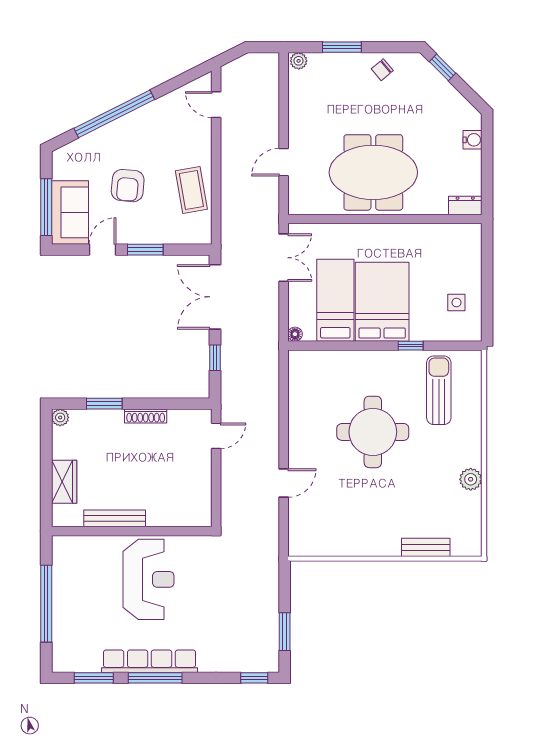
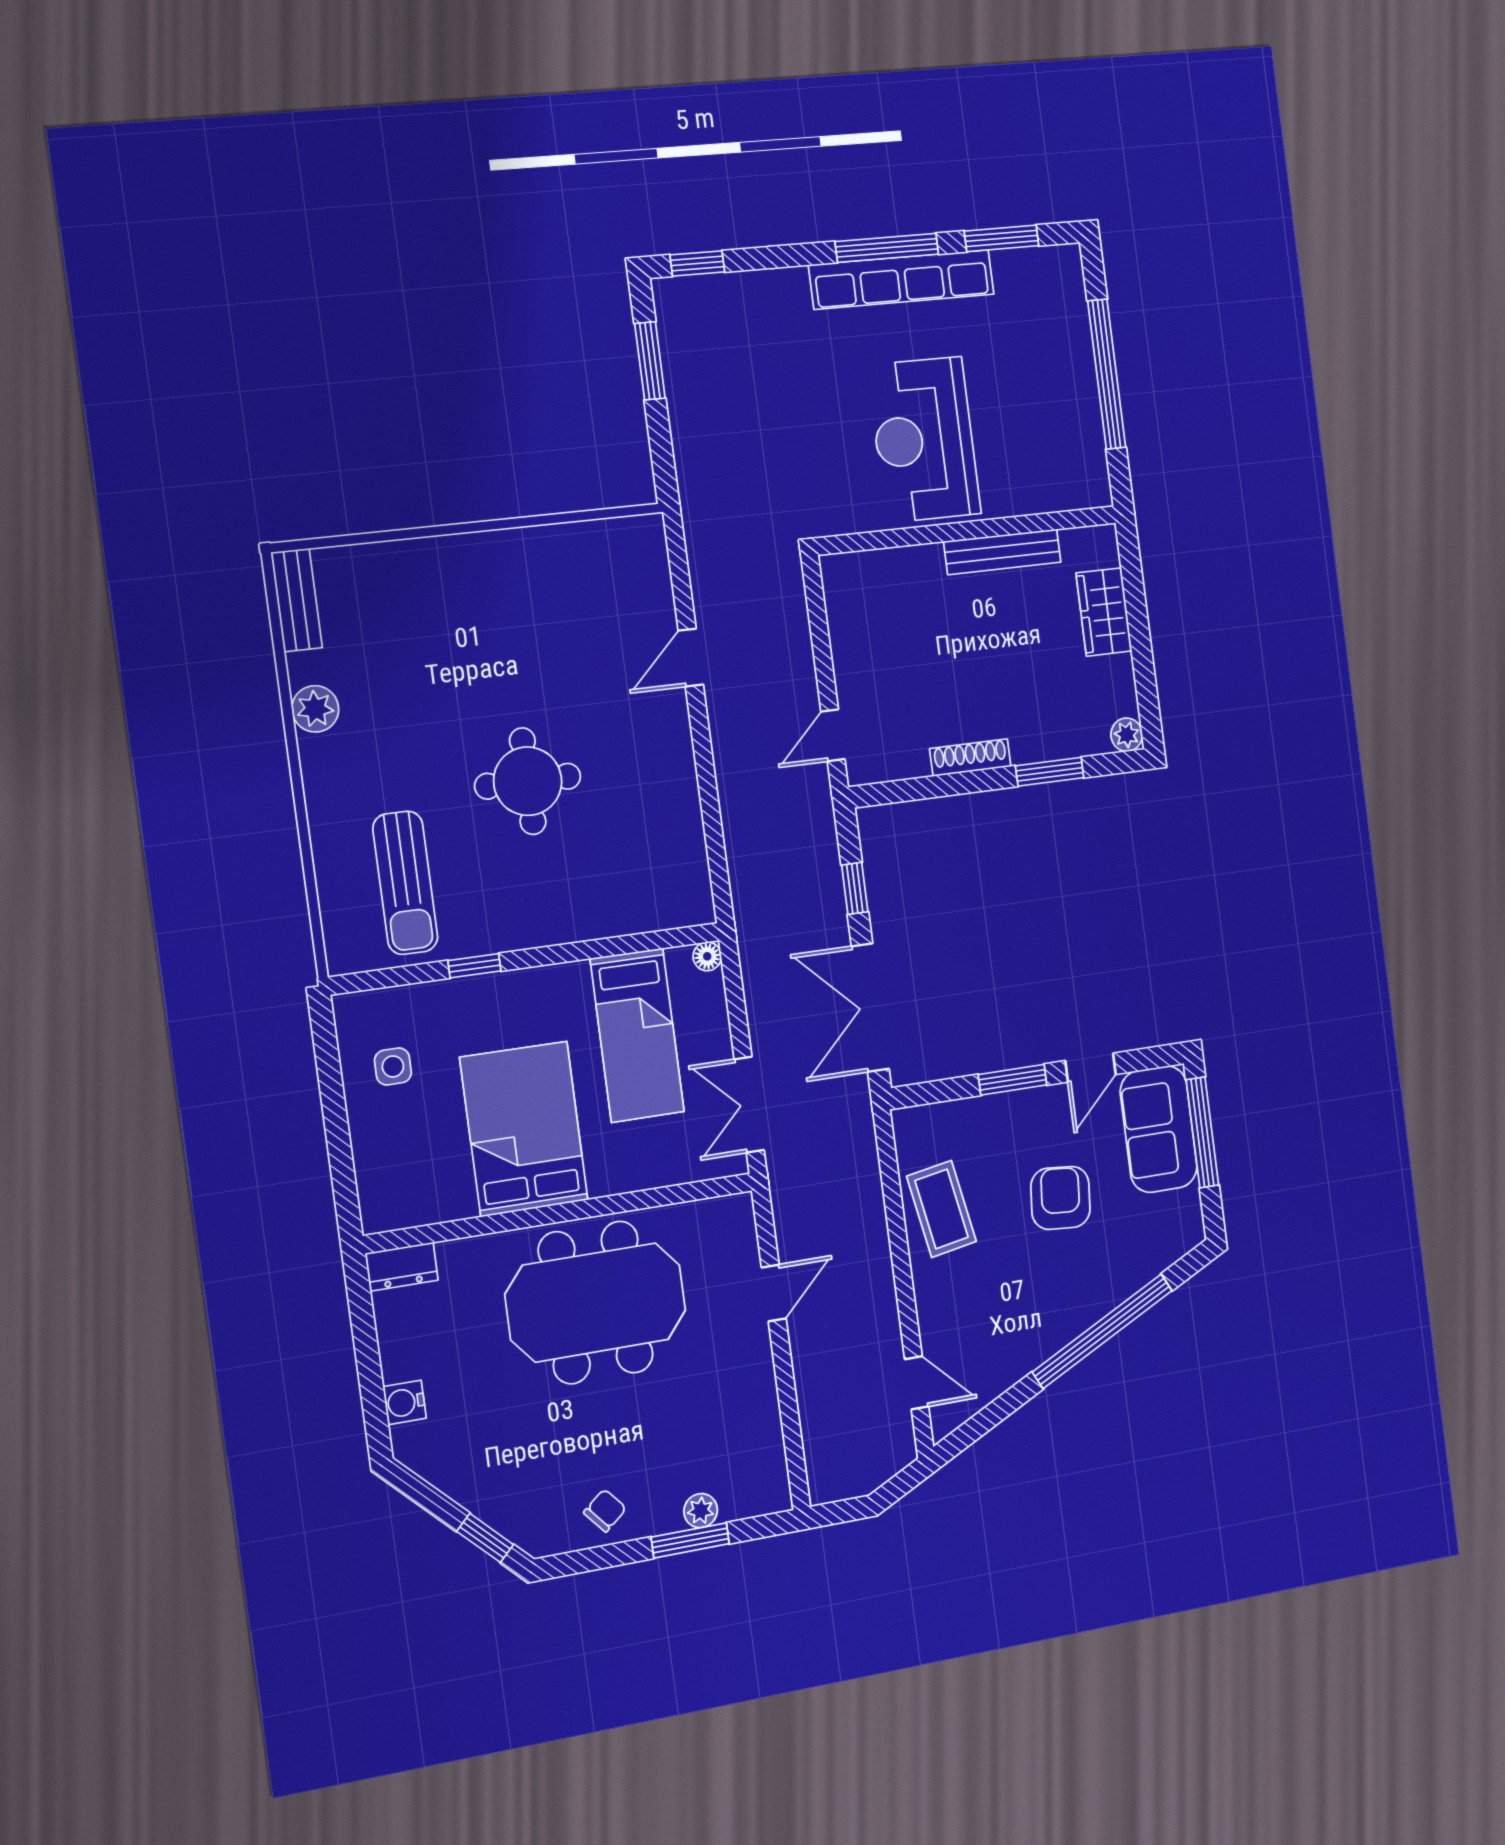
plant: (299, 61) -> (701, 1511), moved
double door: (215, 297) -> (870, 1008), swing flipped
bed: (382, 302) -> (524, 1129), moved, turned 180
round table: (373, 432) -> (528, 781), width x0.73, depth x0.73
bench: (426, 547) -> (297, 600), moved, turned 90

